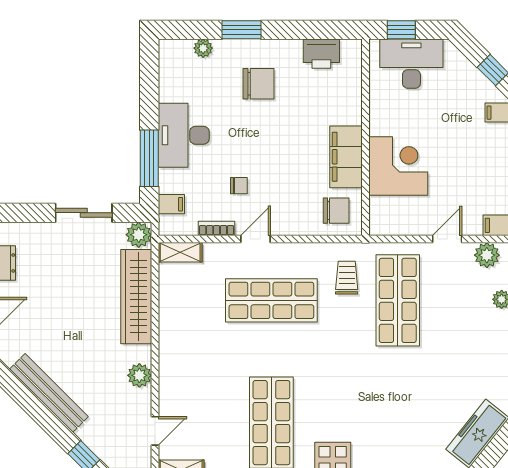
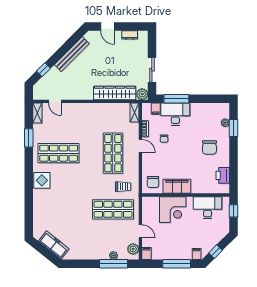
window: (242, 30) -> (233, 128), moved
desk: (411, 64) -> (207, 208), moved, turned -90
desk: (184, 135) -> (175, 114), moved
plant: (139, 375) -> (80, 94), removed

